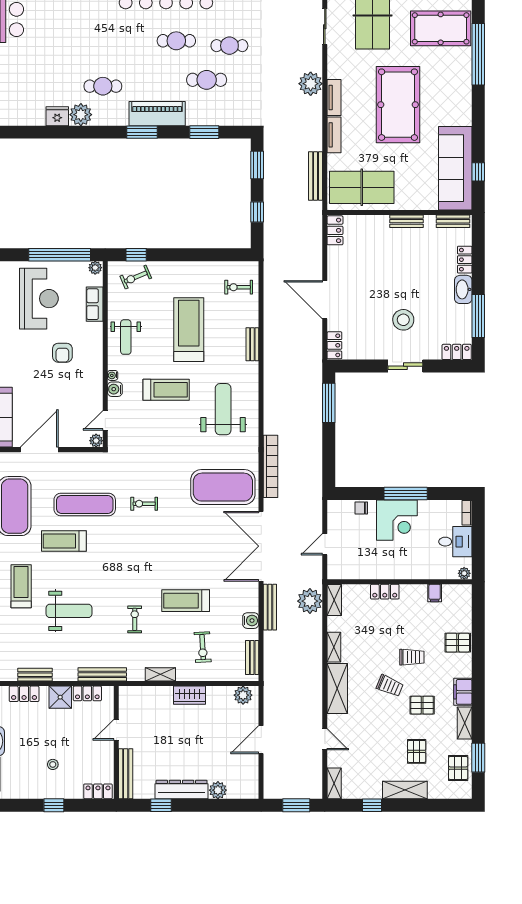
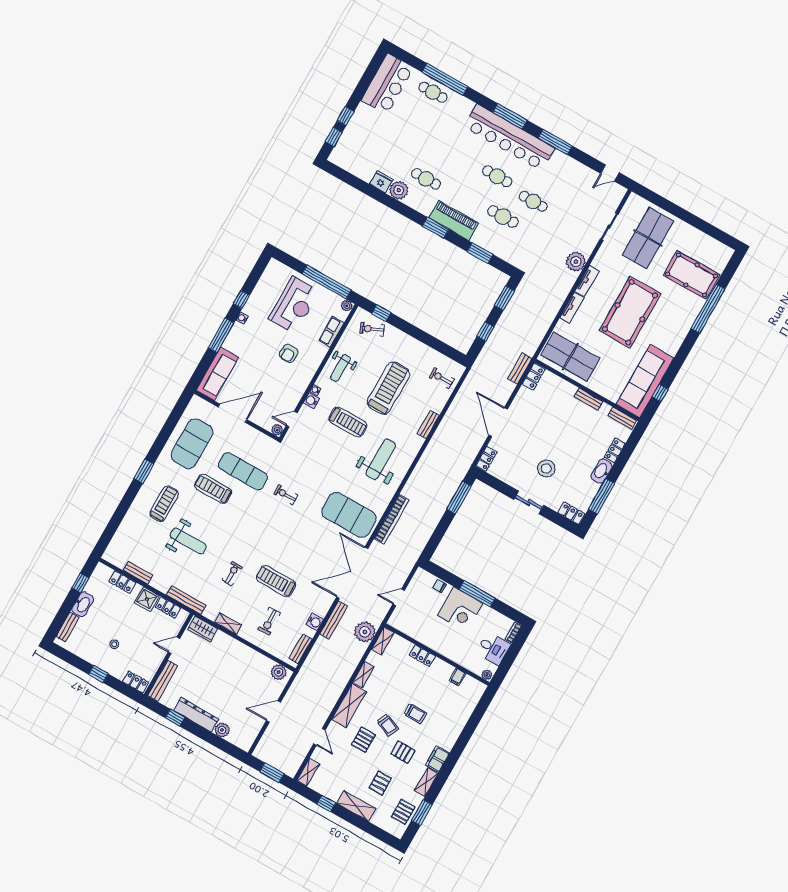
bench: (316, 176) -> (520, 369), moved, width x0.73
pallet: (458, 643) -> (363, 740), moved, turned 90
wardrobe: (190, 695) -> (203, 629), moved

